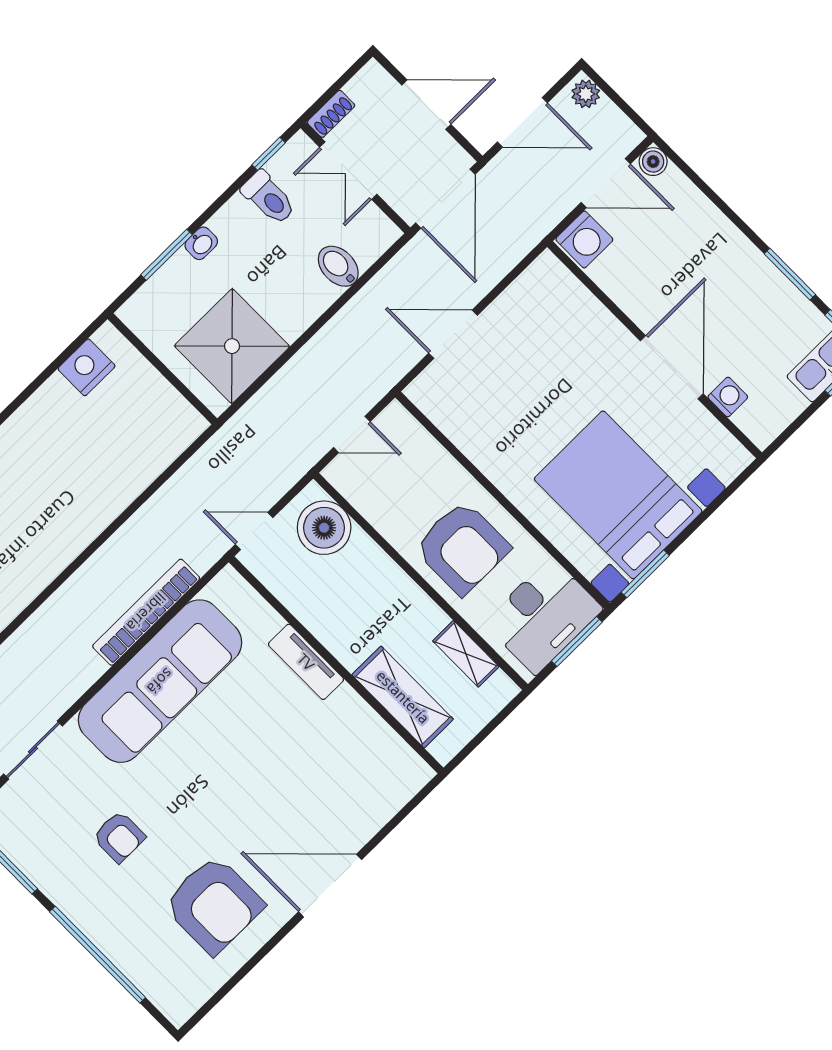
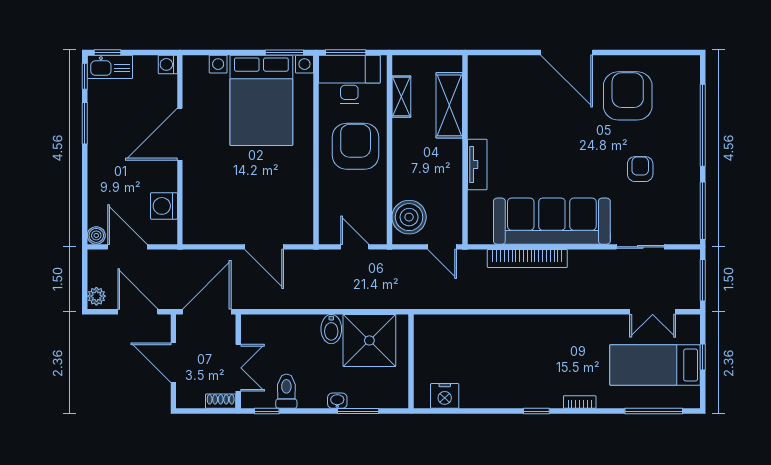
washing machine: (584, 239) -> (164, 206), moved, turned -90
bidet: (338, 266) -> (331, 329), moved
washing machine: (728, 397) -> (168, 64), moved

